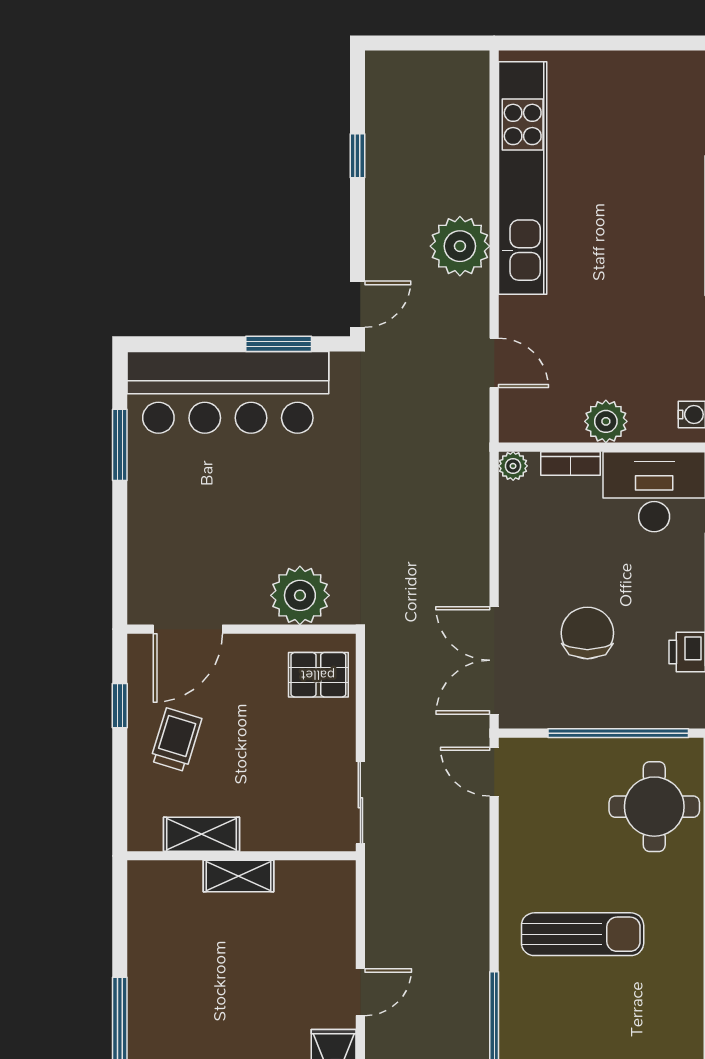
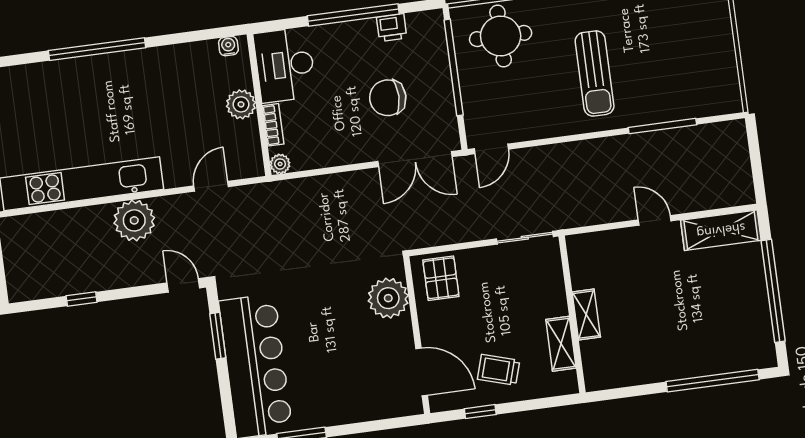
sun lounger: (583, 934) -> (595, 73), turned 180

